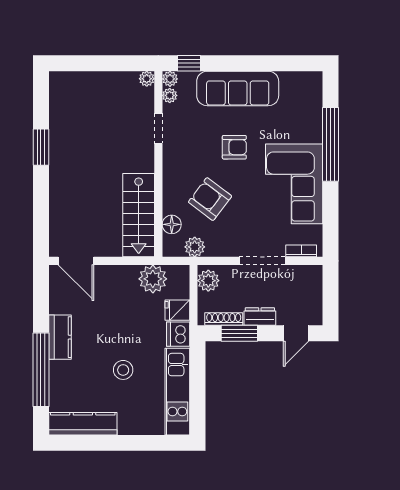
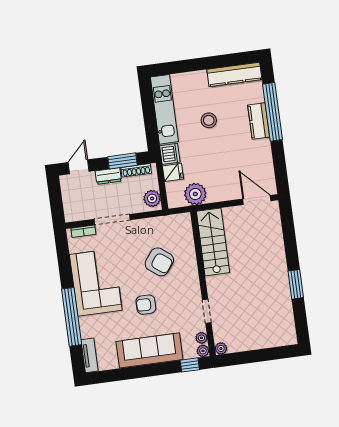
tv unit: (315, 92) -> (89, 355), added
floor lamp: (172, 224) -> (186, 238), removed
plant: (195, 247) -> (166, 223), removed
kitchen counter: (60, 337) -> (259, 121), moved

